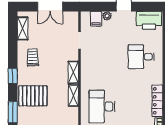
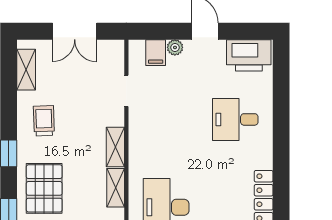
pallet: (33, 96) -> (44, 188), turned 90

